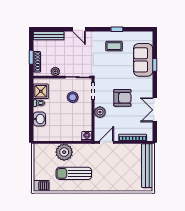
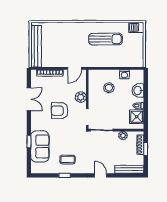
stool: (73, 97) -> (109, 88), moved
washing machine: (87, 136) -> (124, 74), moved
plant: (64, 152) -> (115, 59), removed

